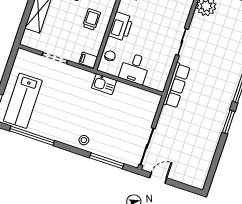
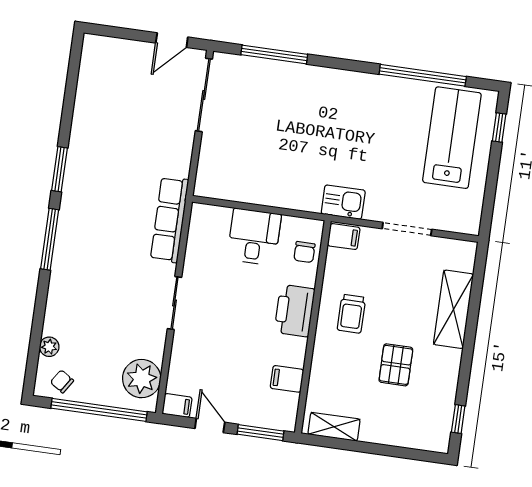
kitchen sink: (104, 84) -> (343, 202), moved
stool: (84, 140) -> (324, 85), removed

